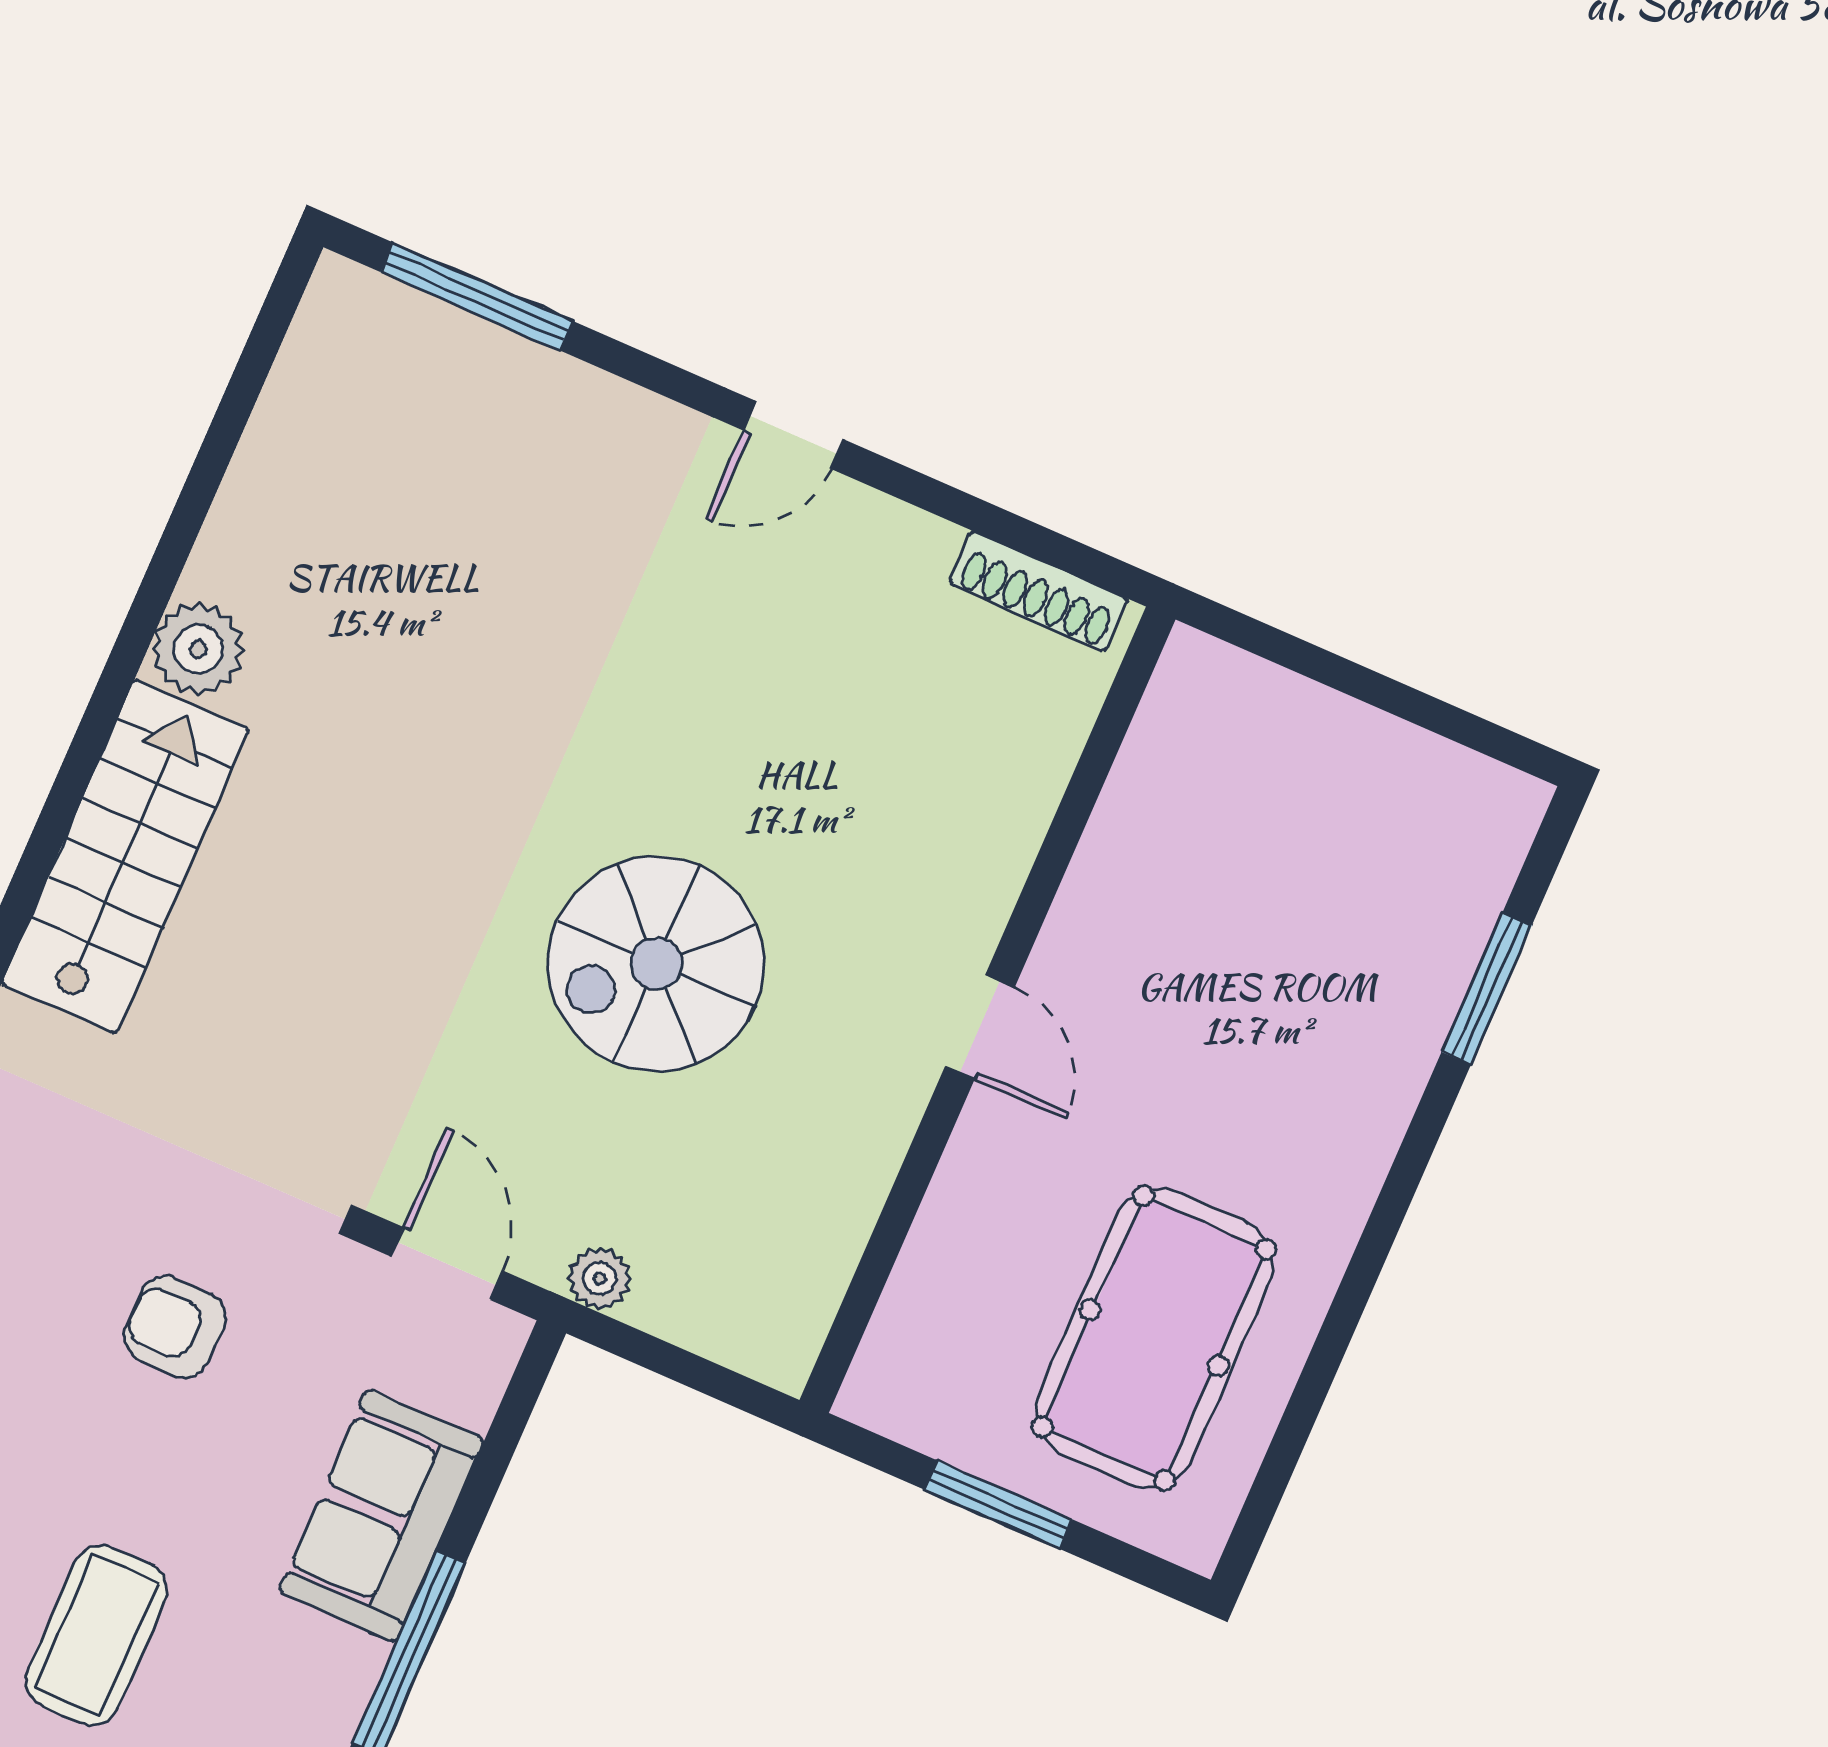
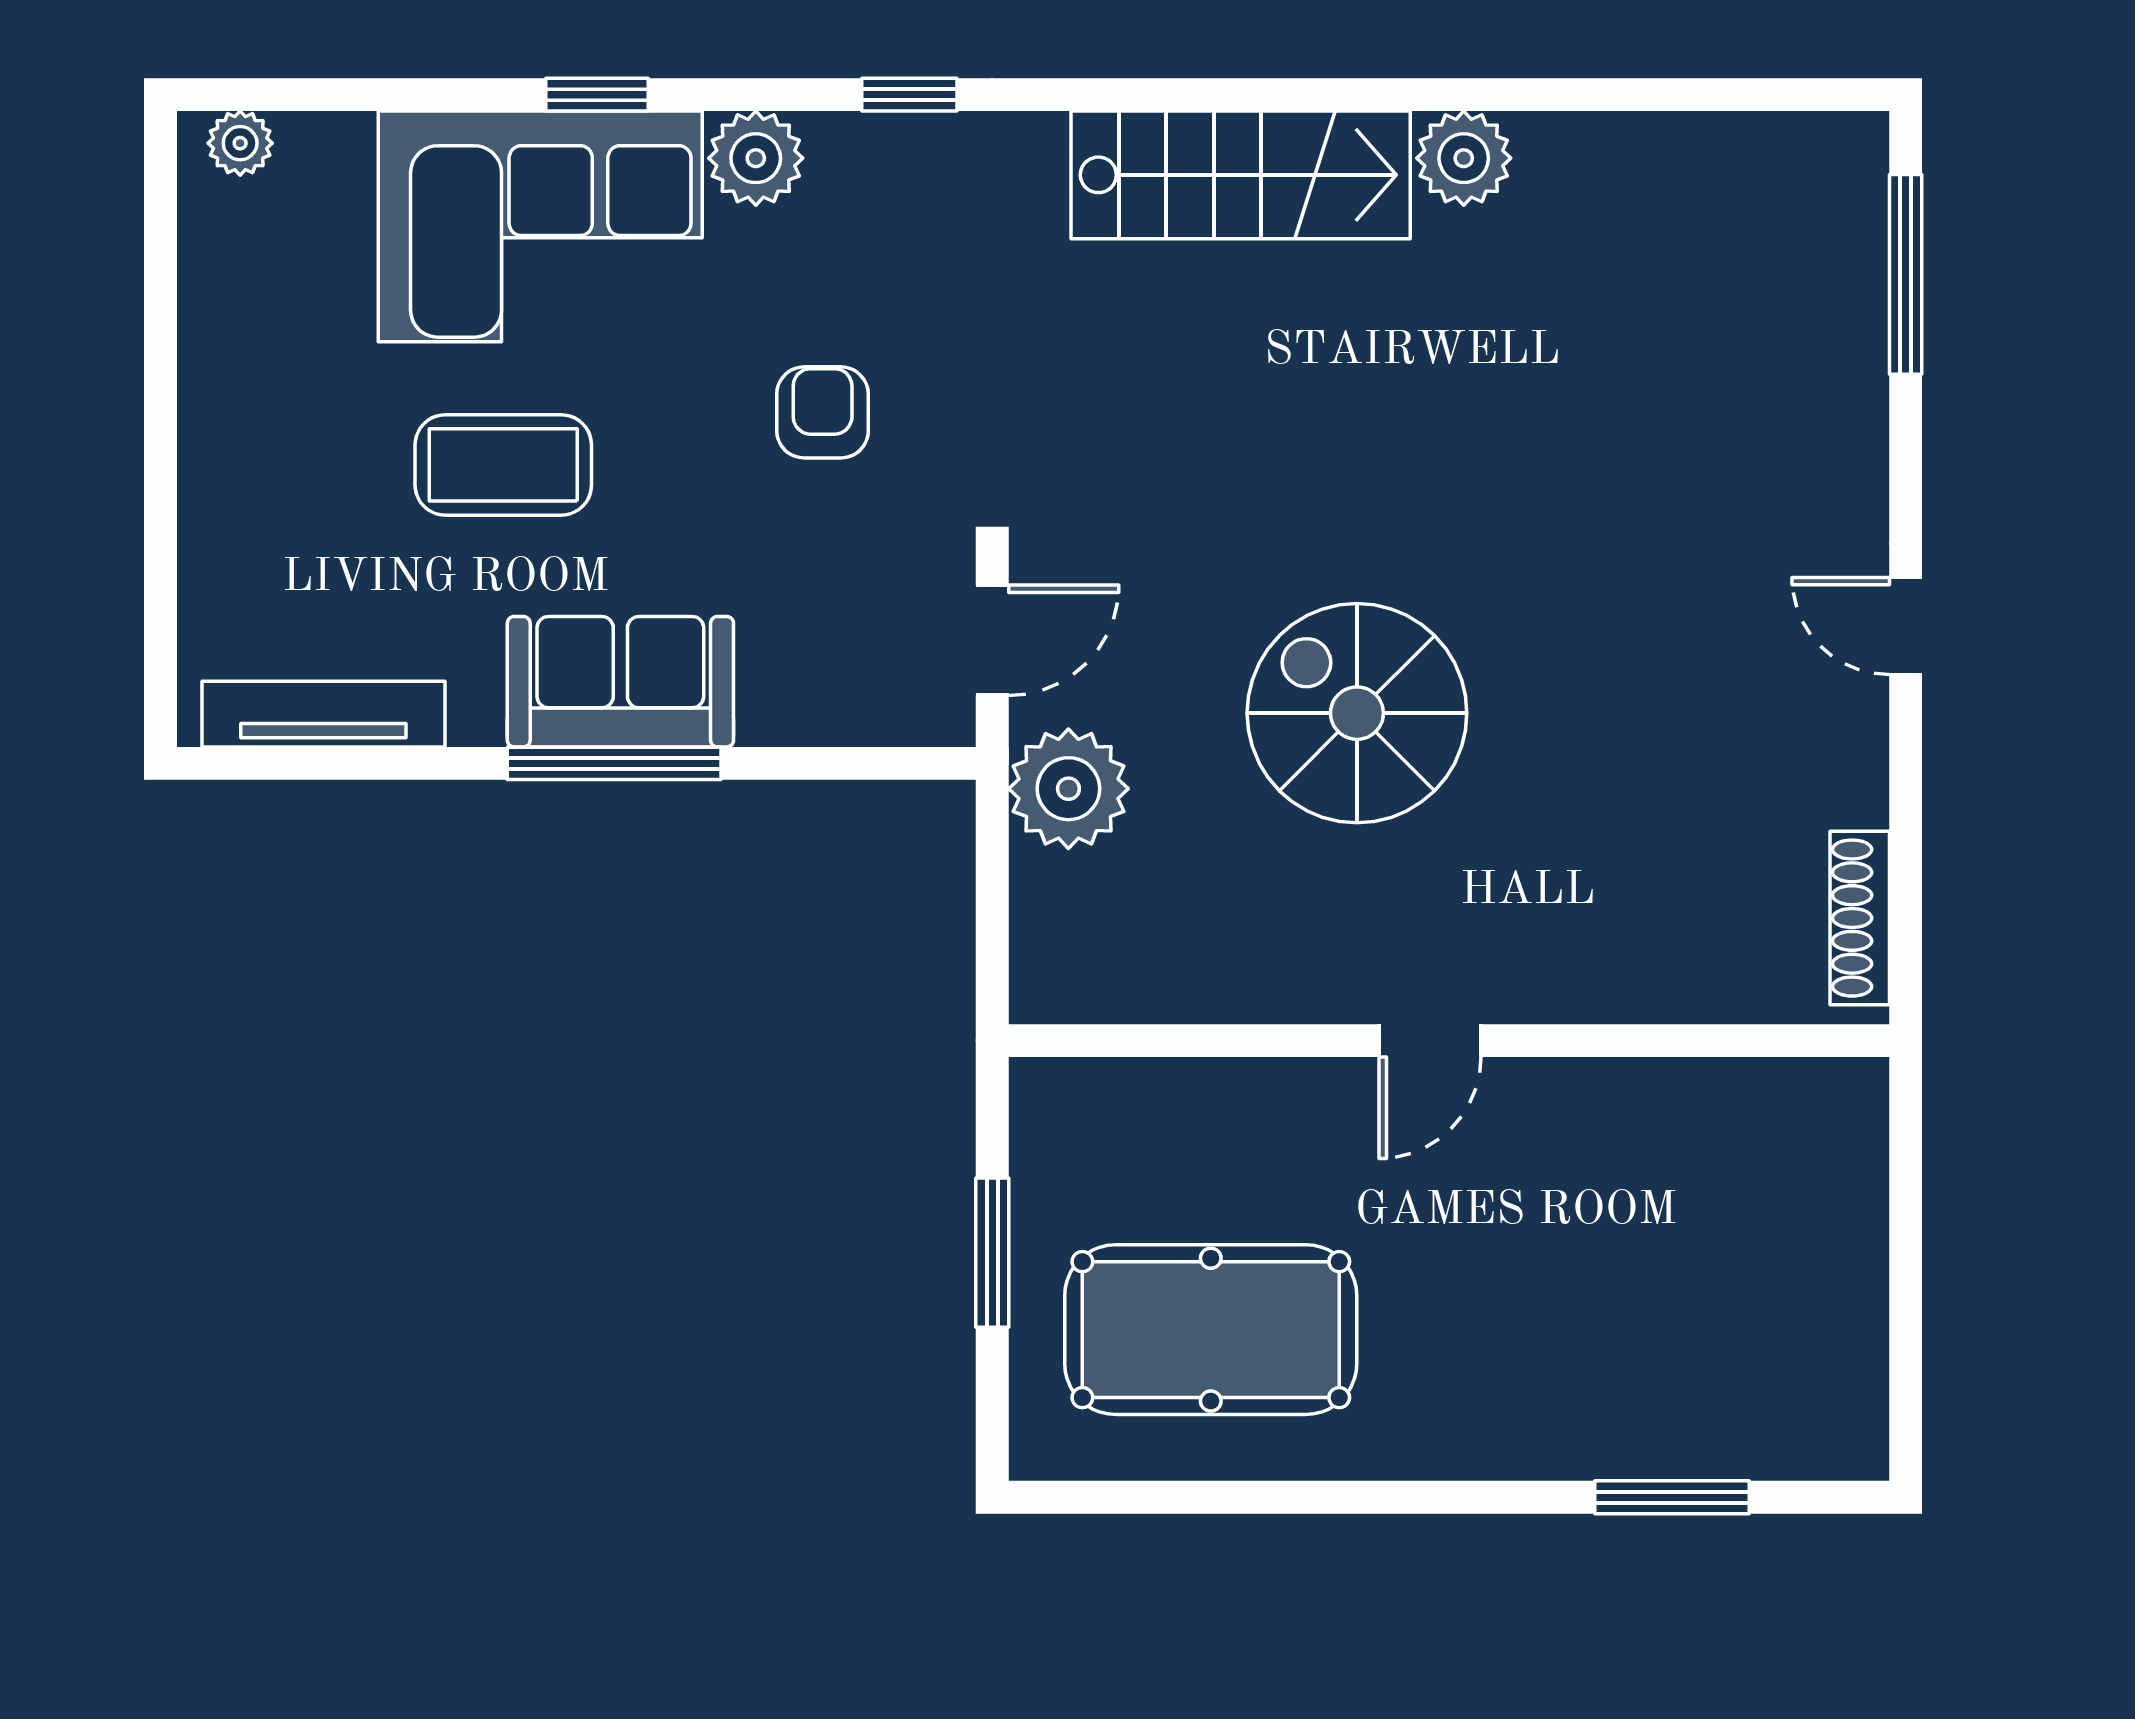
plant: (600, 1279) -> (1068, 789), width x1.88, depth x1.88
sofa: (381, 1515) -> (620, 682), moved

